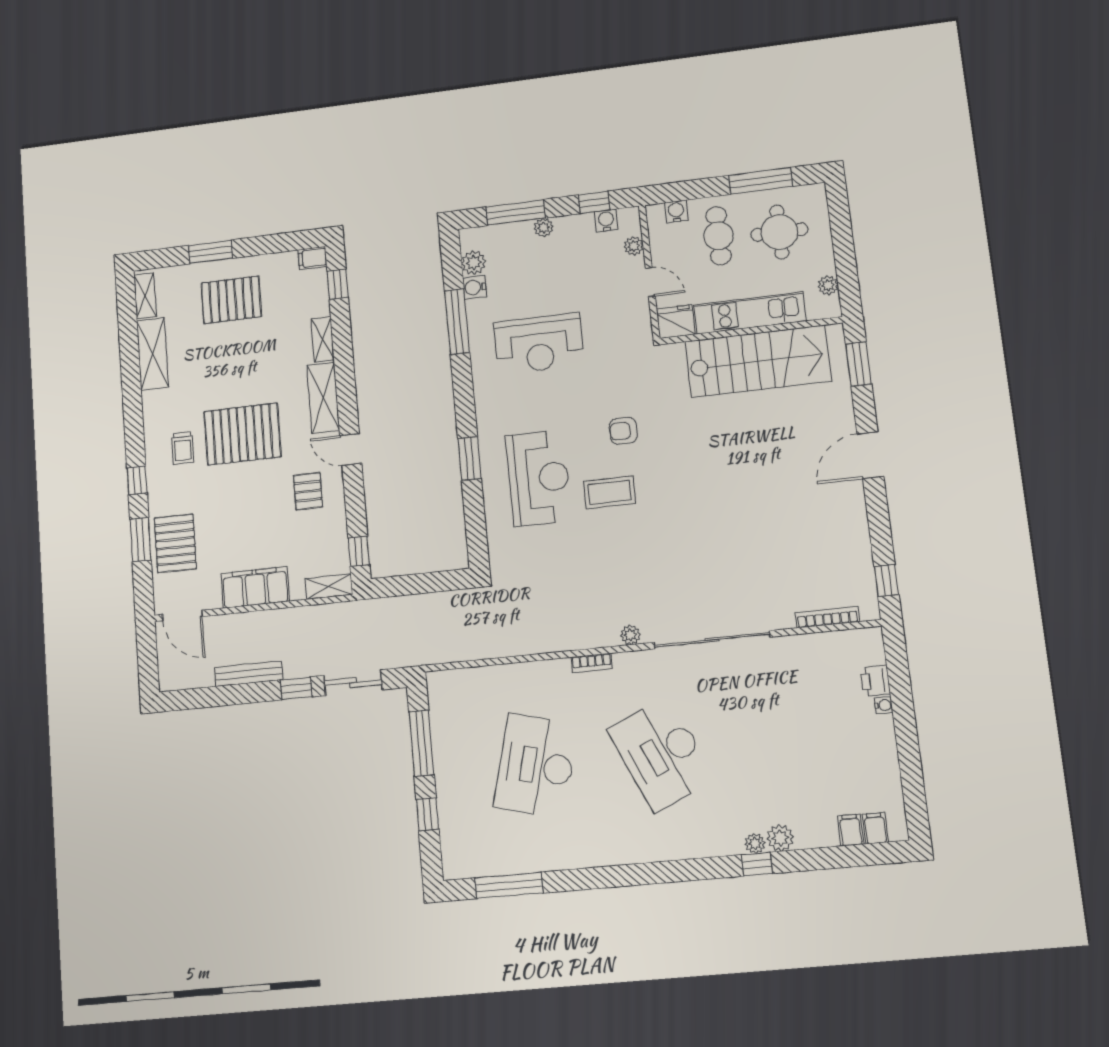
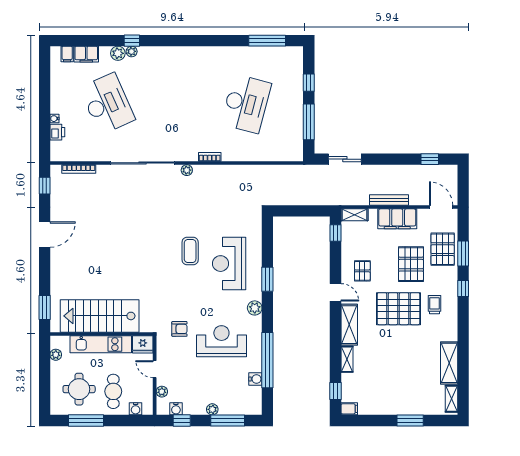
plant: (474, 263) -> (255, 308), moved
pallet: (231, 300) -> (411, 264), moved, turned 90
window: (457, 321) -> (267, 360), width x1.46
armchair: (623, 431) -> (179, 329), moved
door: (870, 455) -> (45, 234), moved
coffee table: (610, 492) -> (190, 251), turned 90
bench: (249, 674) -> (389, 200), moved
window: (296, 688) -> (430, 159), moved
desk: (661, 754) -> (107, 104), moved
filing cabinet: (851, 830) -> (86, 54), width x2.00

